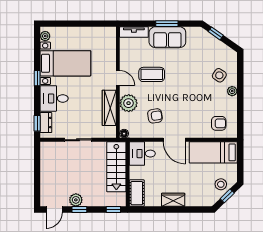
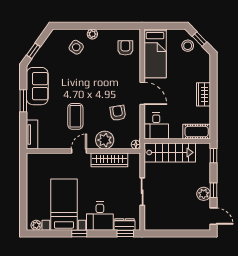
sofa: (167, 37) -> (37, 86), moved
door: (174, 140) -> (142, 93), hinge flipped

